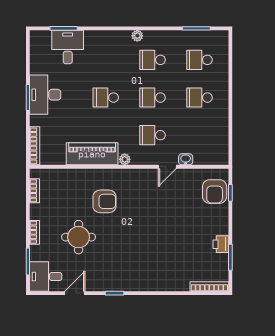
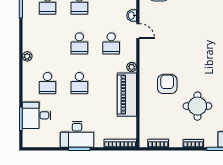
school desk: (153, 60) -> (48, 83), moved

